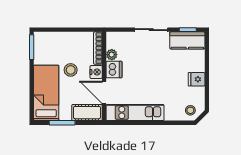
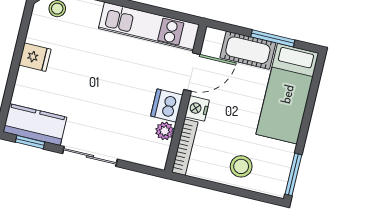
stool: (71, 70) -> (241, 166), moved
door: (104, 92) -> (192, 72), hinge flipped
cot: (87, 113) -> (248, 50), moved

